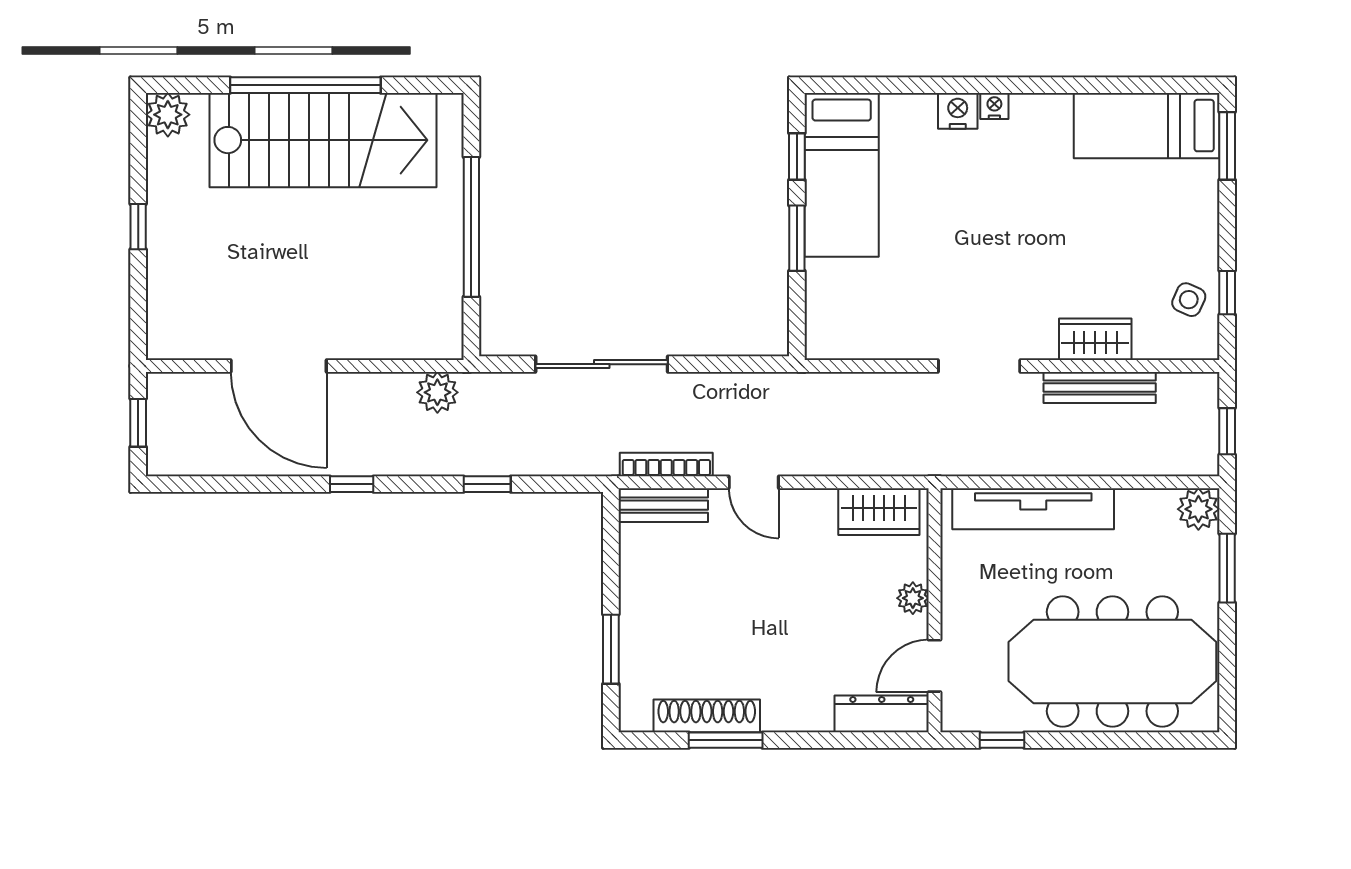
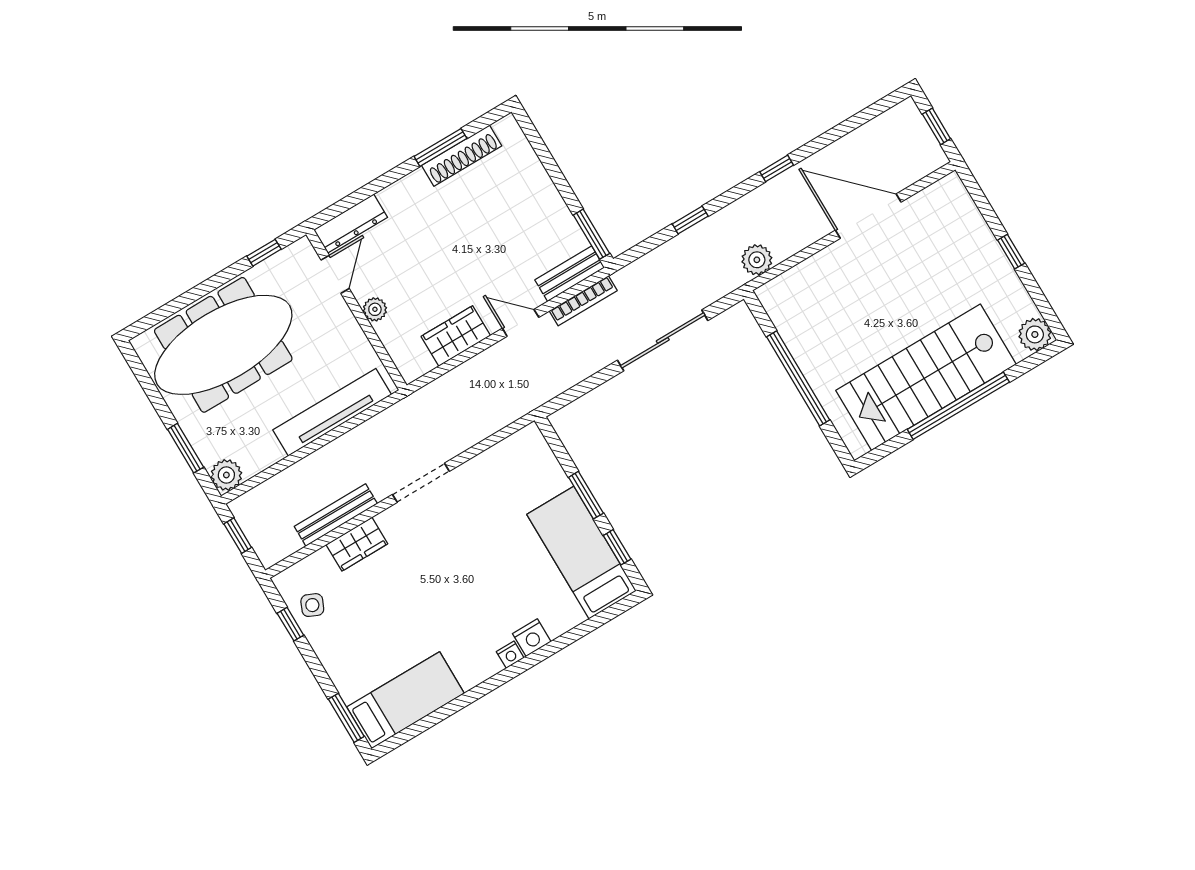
wardrobe: (879, 512) -> (456, 336), moved
window: (611, 649) -> (591, 234), moved

